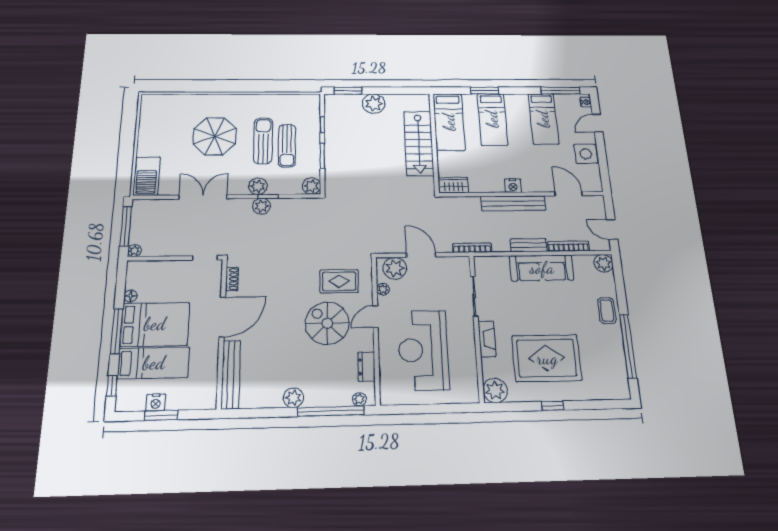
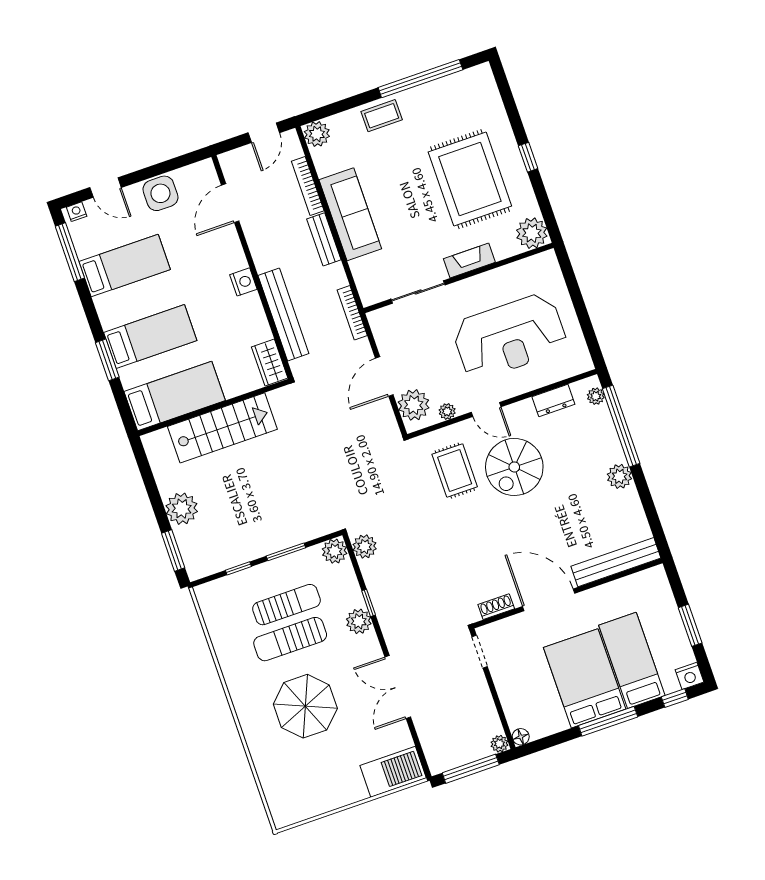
bench: (513, 203) -> (283, 314), moved
plant: (262, 206) -> (365, 547), moved
floor lamp: (131, 296) -> (521, 737), moved
nightstand: (156, 403) -> (690, 676), moved, turned 90

